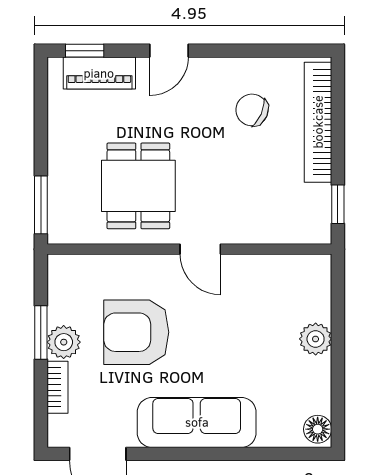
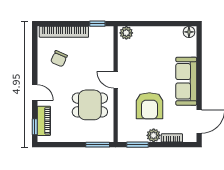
door: (200, 249) -> (116, 80), swing flipped
window: (41, 333) -> (138, 145), moved
plant: (316, 339) -> (126, 33), moved

